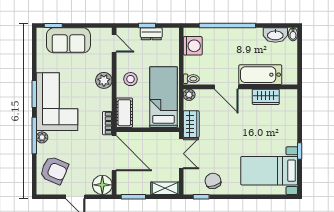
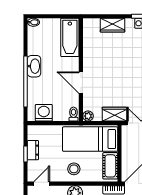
washbasin: (275, 35) -> (34, 66), moved
bathtub: (260, 75) -> (70, 37), moved
door: (226, 87) -> (81, 83), swing flipped
wardrobe: (266, 97) -> (113, 25), moved, turned 90
cot: (124, 113) -> (110, 166), moved, turned 90

